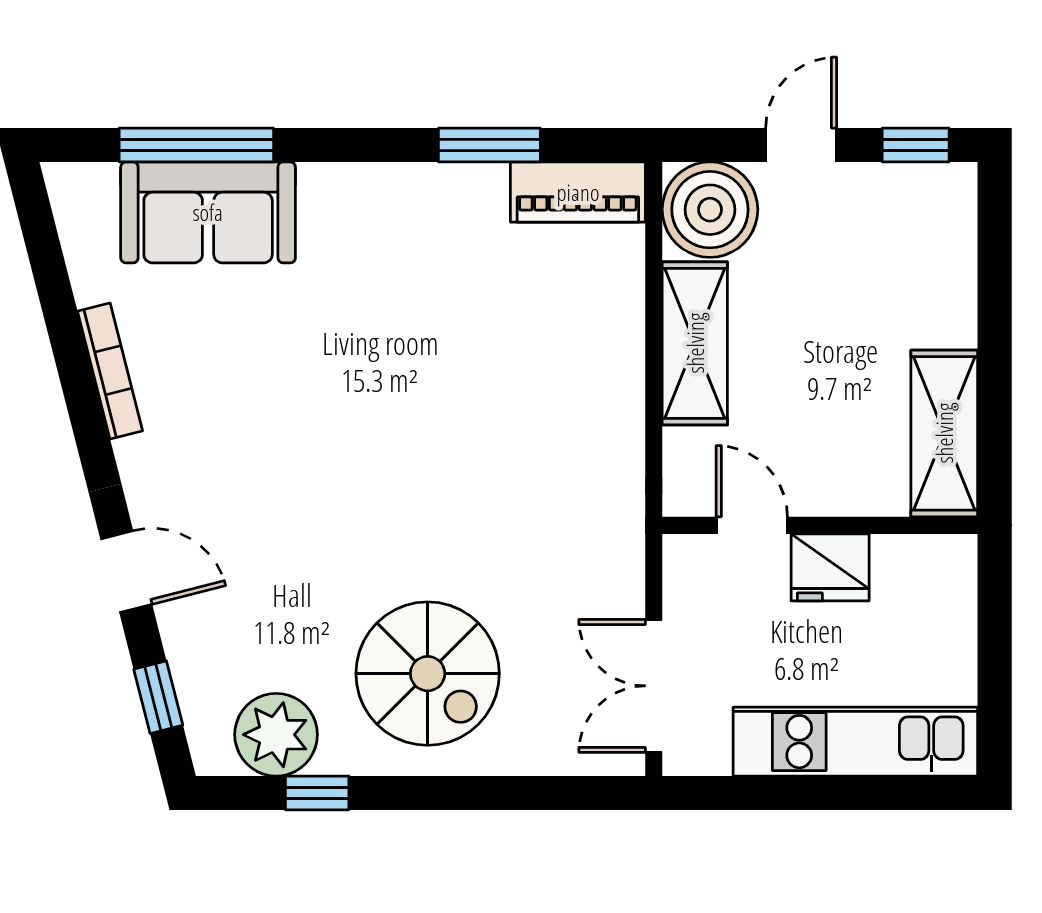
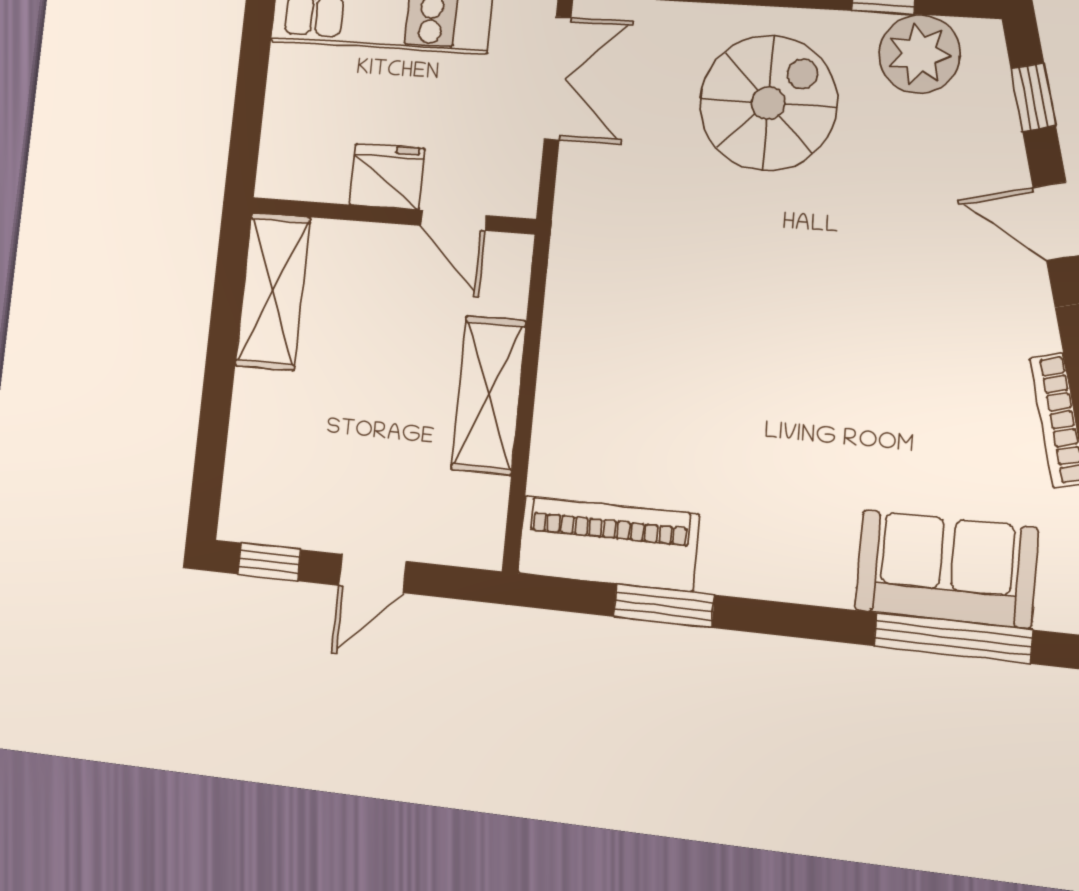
piano: (578, 192) -> (608, 544), width x1.37, depth x1.33
boiler: (710, 210) -> (462, 521), removed
spiral stairs: (428, 674) -> (768, 103), turned 90

